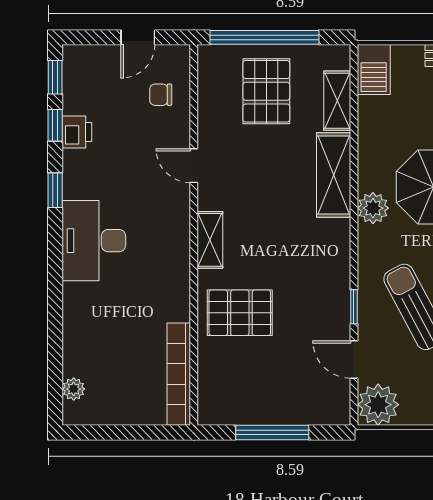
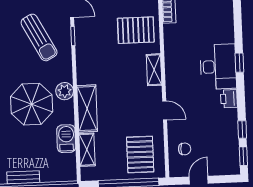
barbecue: (374, 70) -> (66, 139), moved
pallet: (266, 91) -> (140, 155), moved
printer: (77, 132) -> (229, 99), moved
window: (55, 190) -> (239, 63), moved

